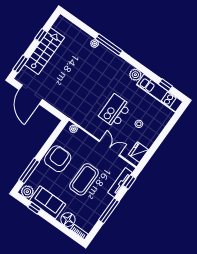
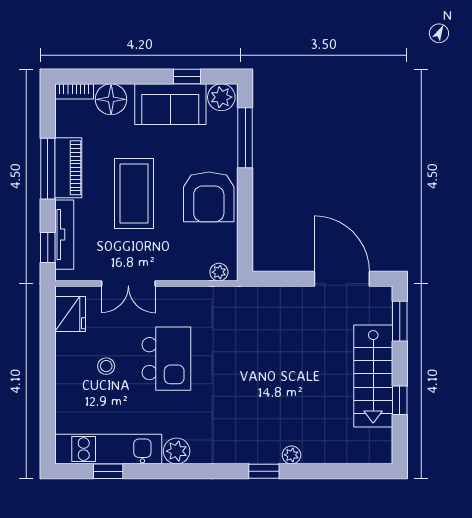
window: (109, 45) -> (264, 471), width x0.46
piano: (101, 206) -> (68, 168), added

